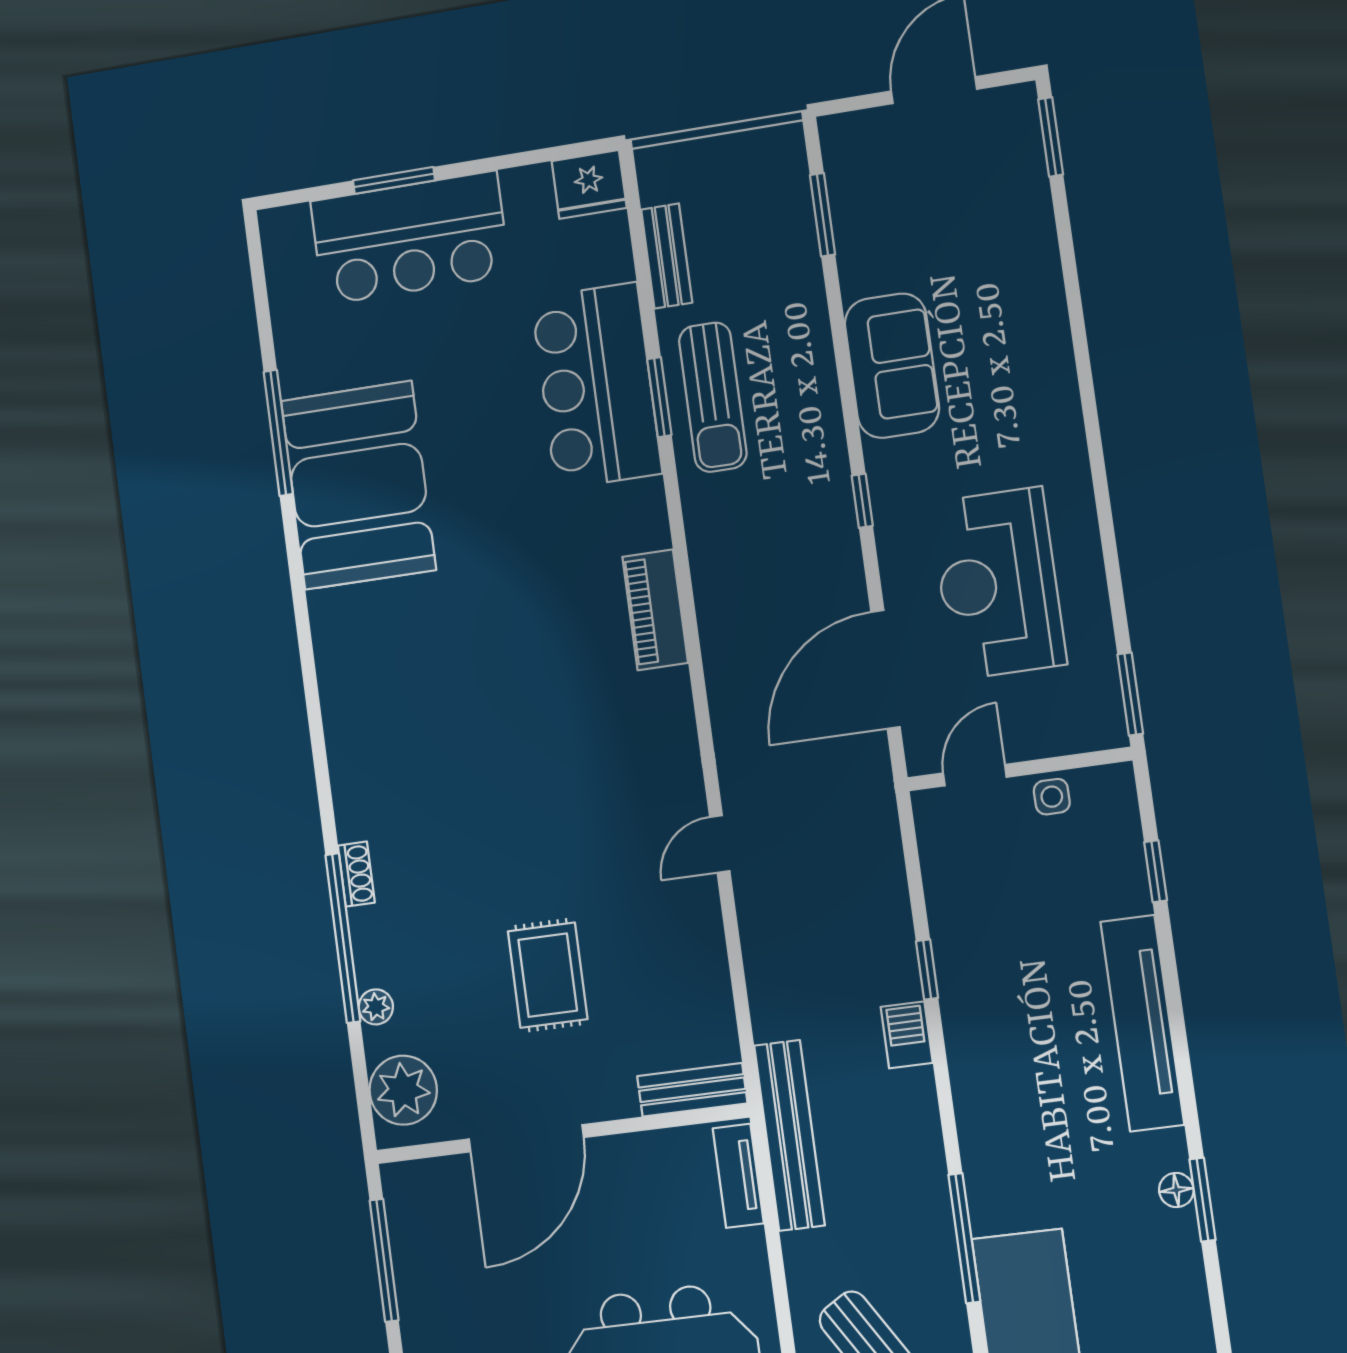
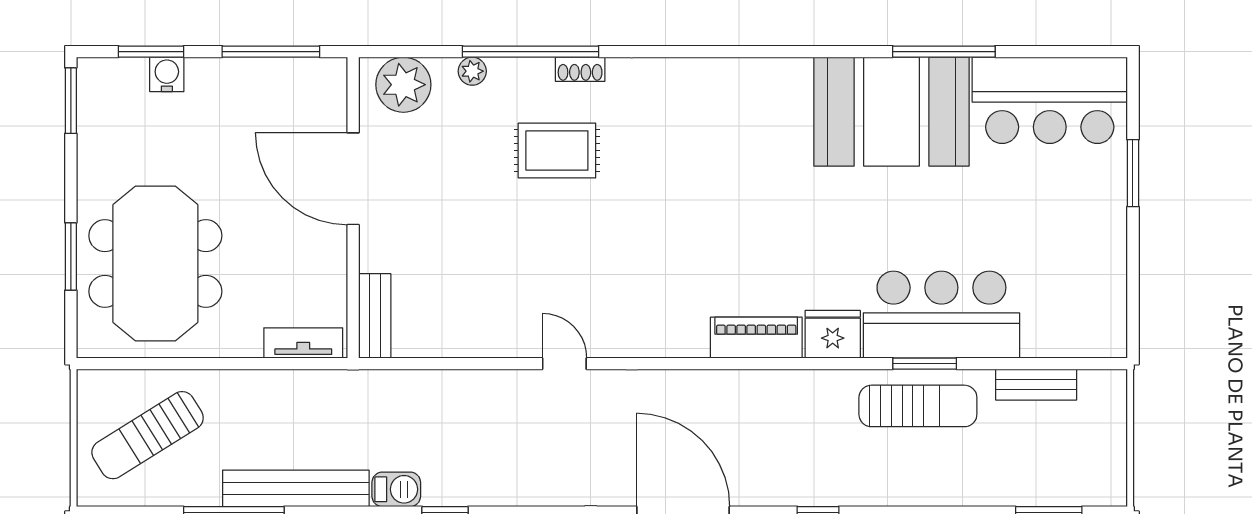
fridge: (589, 184) -> (833, 334), moved, turned 90
bar counter: (410, 238) -> (1050, 100), moved, turned -90
sun lounger: (713, 397) -> (918, 406), turned 180
rug: (548, 975) -> (557, 150), moved
bench: (789, 1135) -> (296, 488), moved

